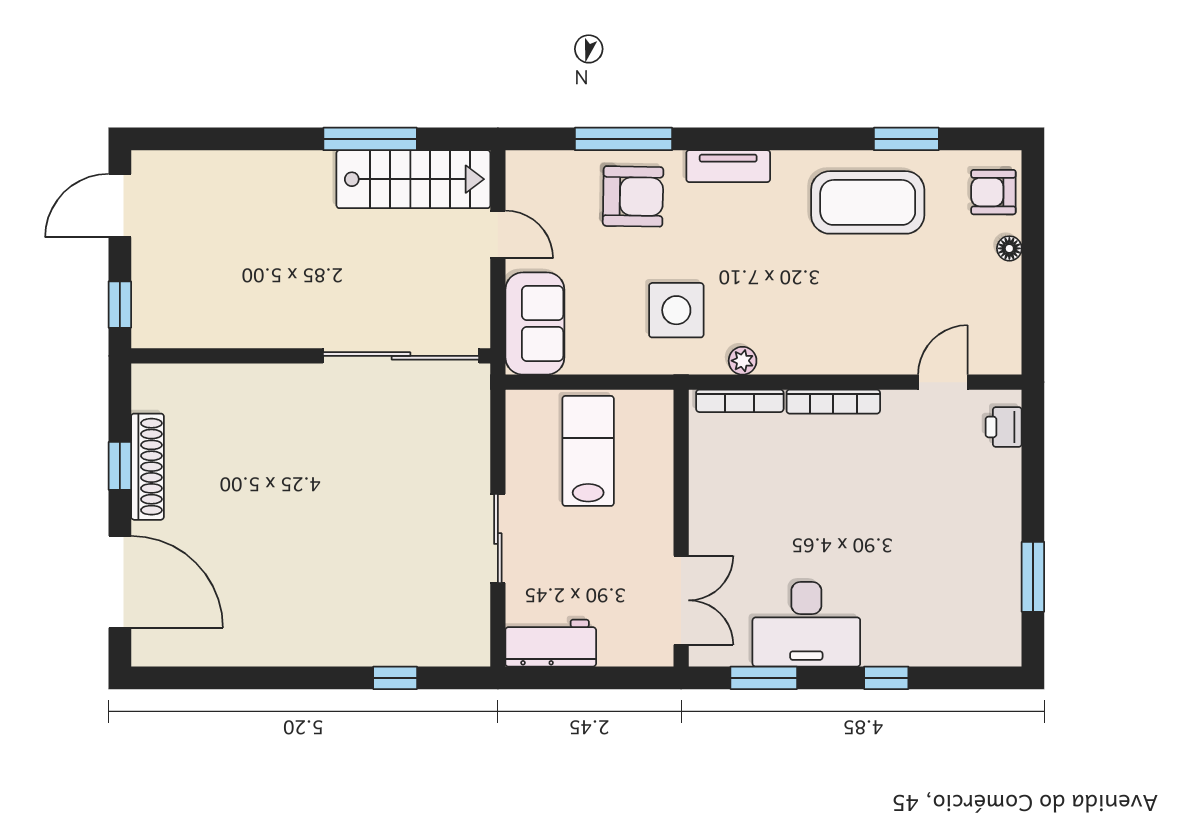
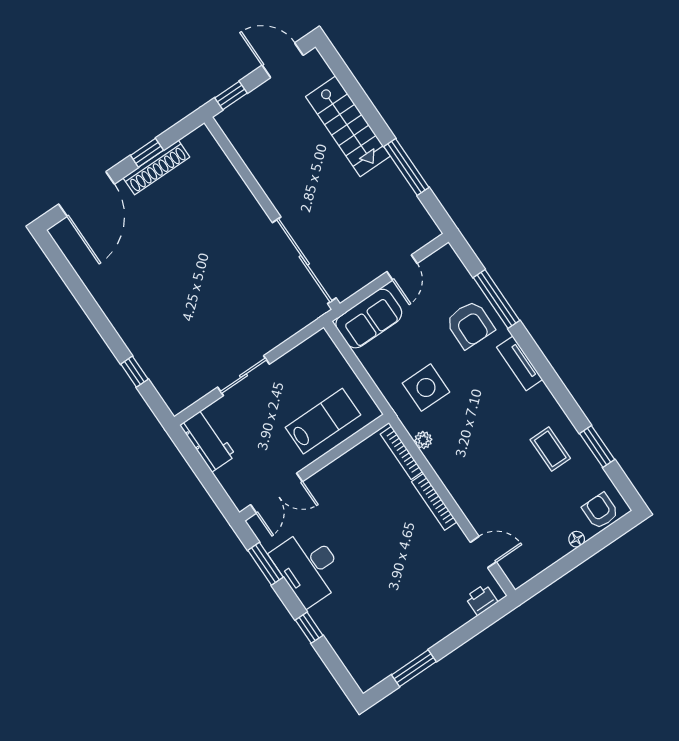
stairs: (413, 179) -> (348, 126), moved
coffee table: (868, 202) -> (550, 449), width x0.54, depth x0.58
lab bench: (588, 451) -> (323, 421), moved

